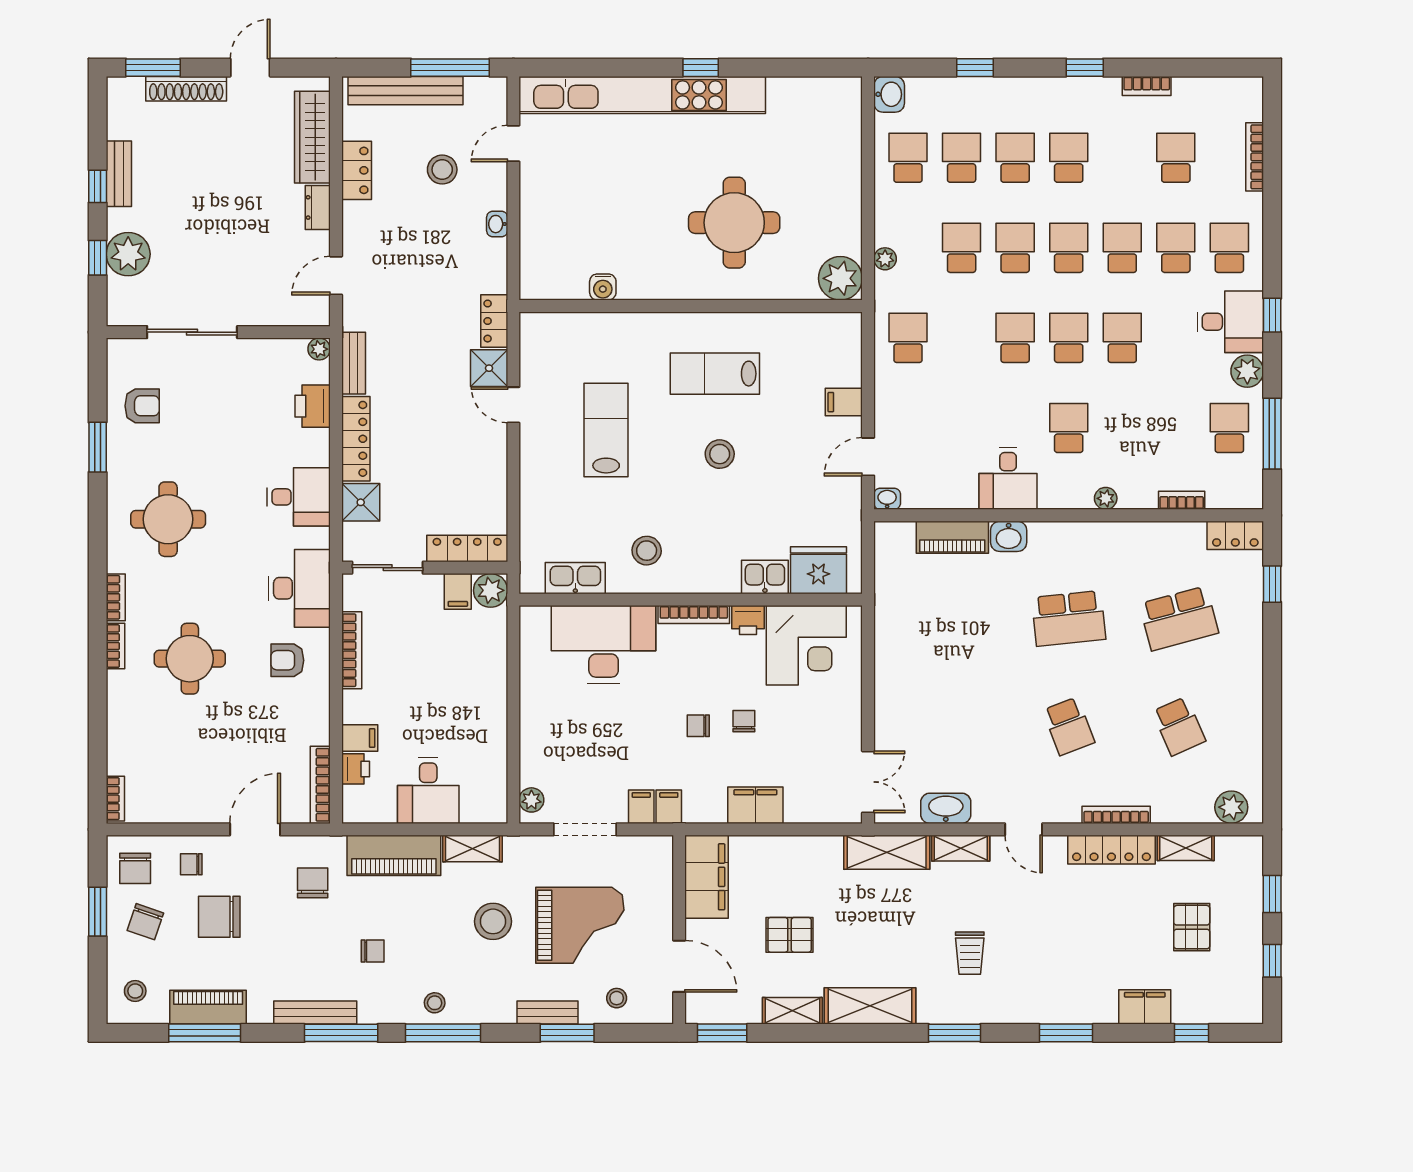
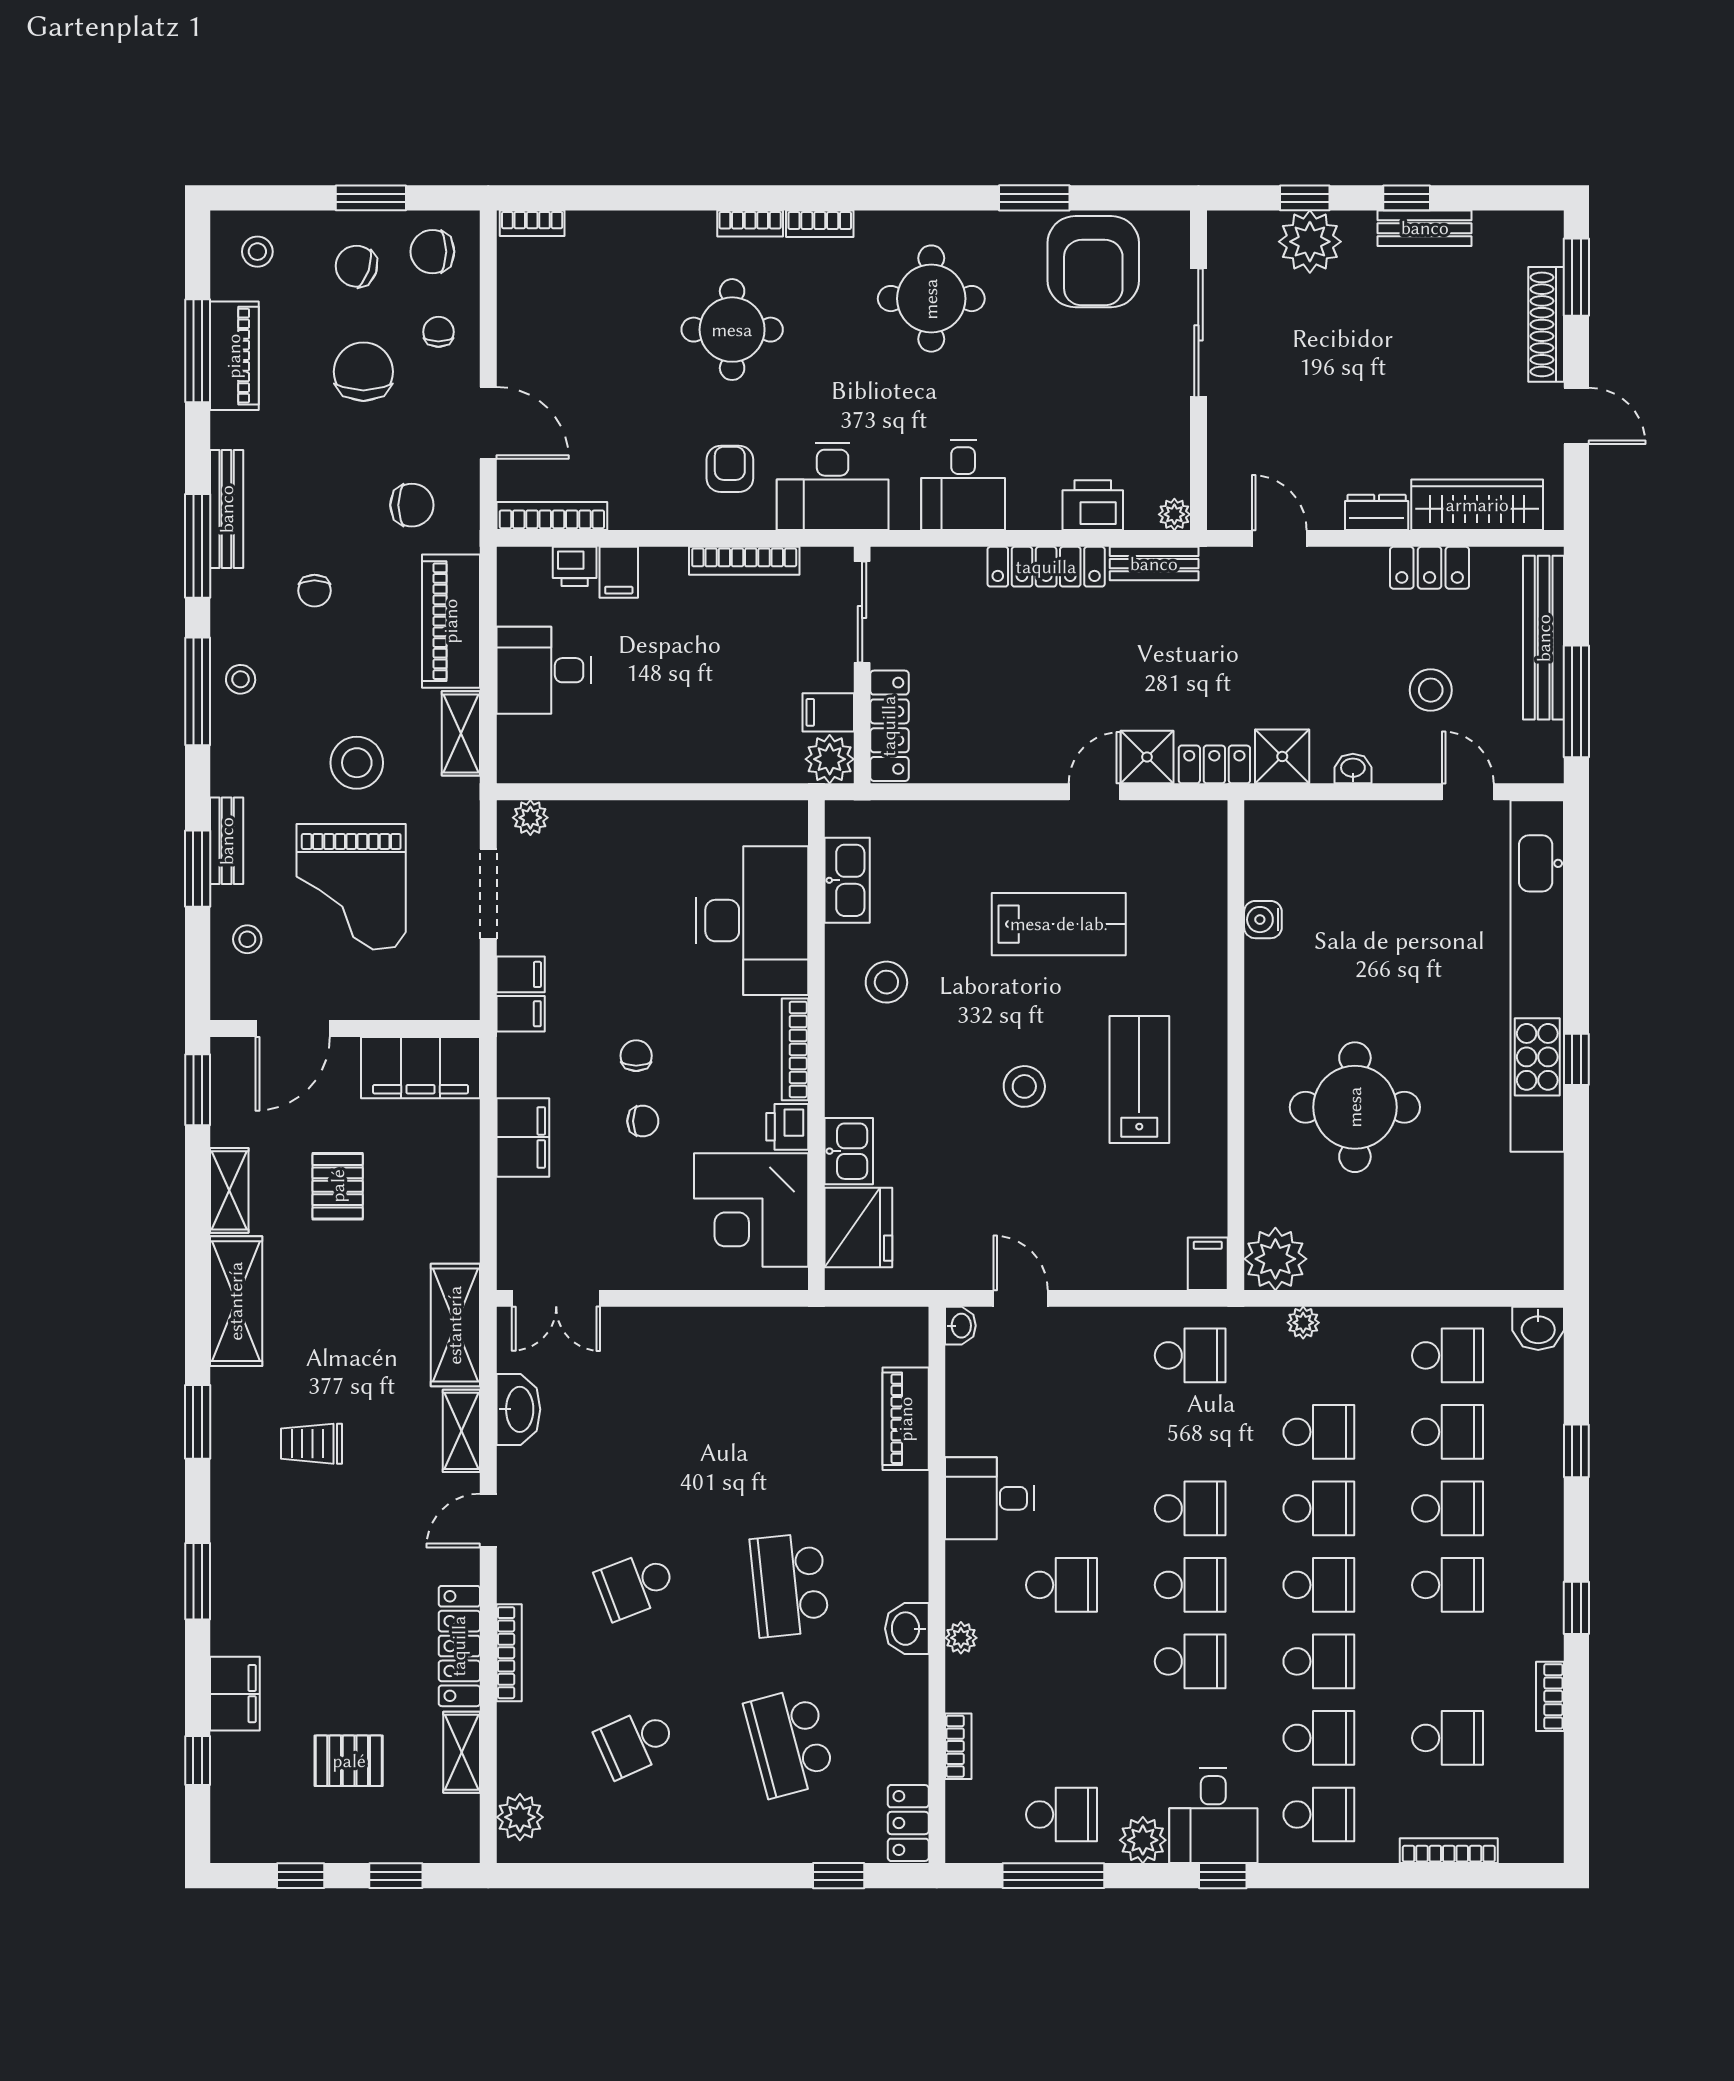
filing cabinet: (844, 402) -> (1208, 1264), moved
armchair: (142, 406) -> (1093, 262), width x1.88, depth x1.88
shower: (361, 502) -> (1282, 756), moved
washbasin: (1009, 536) -> (907, 1629), moved

